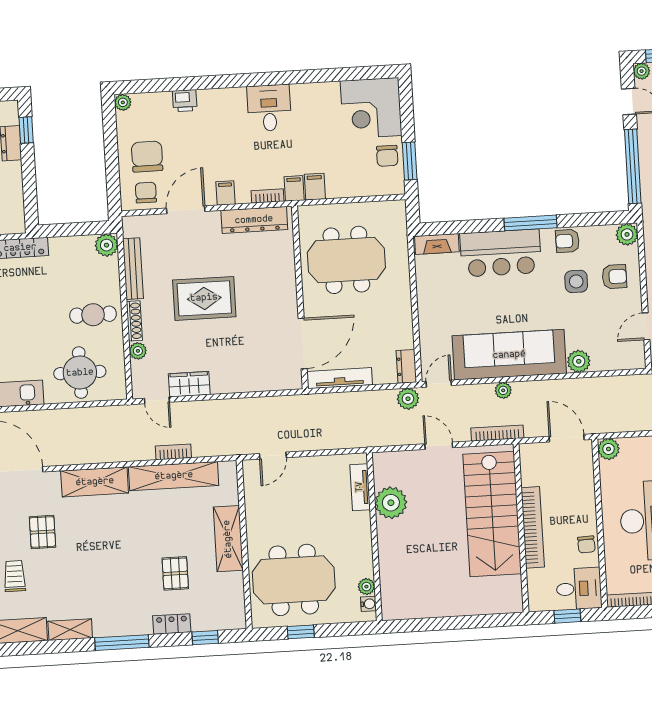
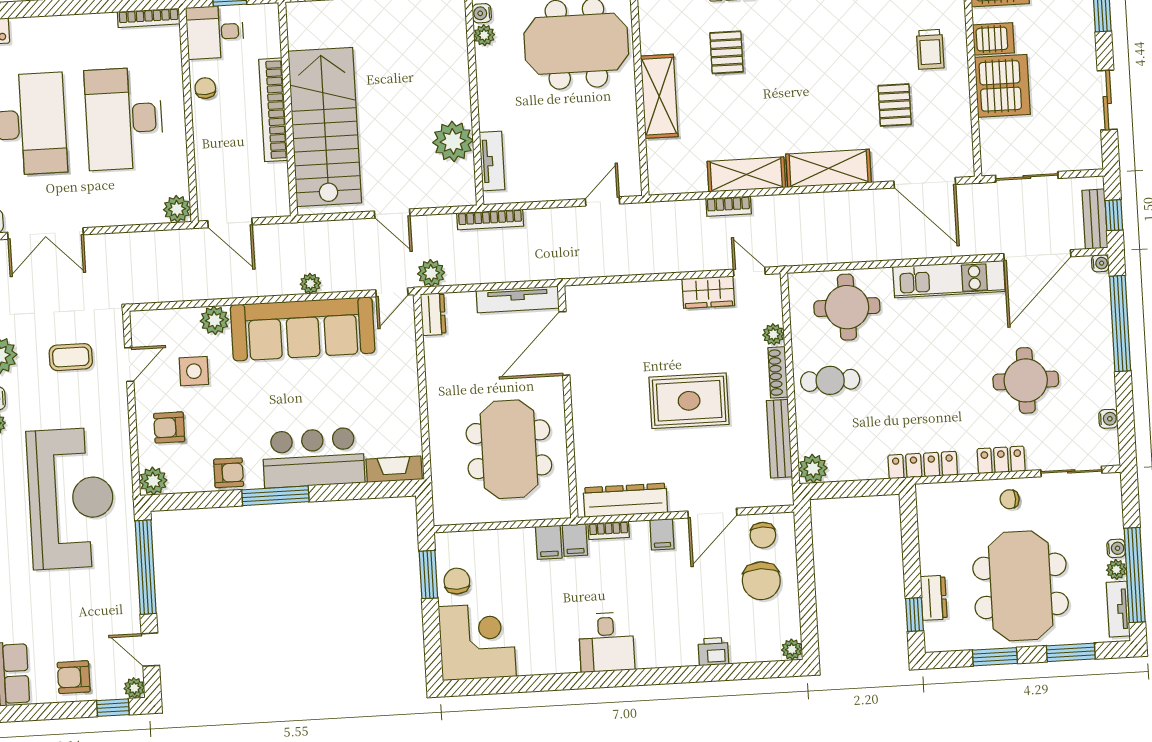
meeting table: (346, 260) -> (509, 449), turned 90
side table: (576, 281) -> (194, 371), moved
bookcase: (497, 433) -> (490, 219), moved
shelving: (174, 476) -> (746, 175), width x0.68

